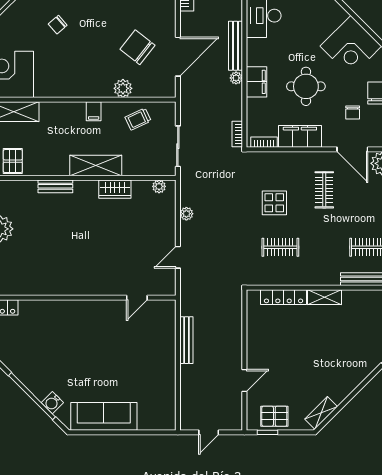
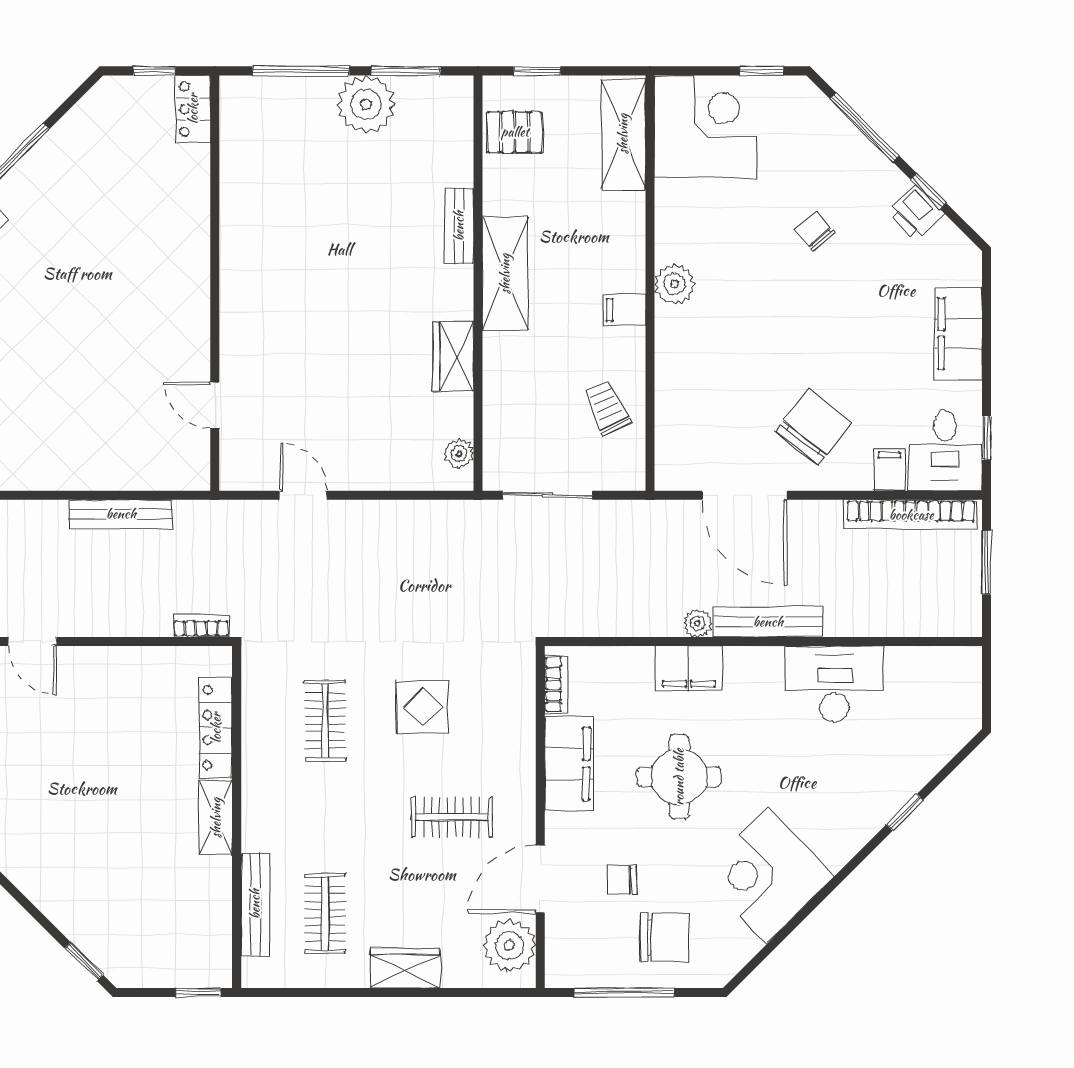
chair: (137, 47) -> (813, 427), moved
plant: (123, 88) -> (675, 284), moved
bookcase: (237, 134) -> (201, 626), moved
shelving: (96, 165) -> (505, 274), moved
plant: (186, 214) -> (399, 514), removed

